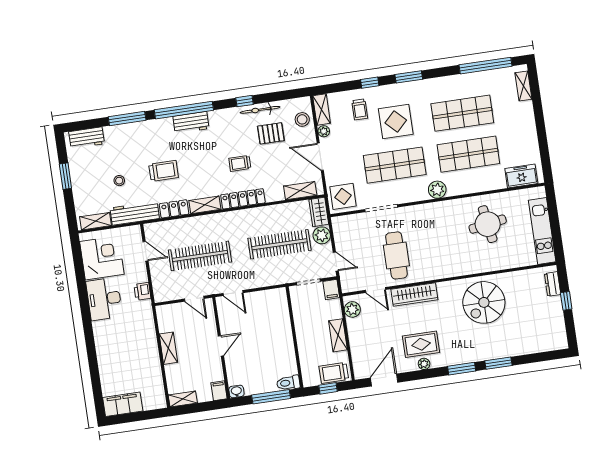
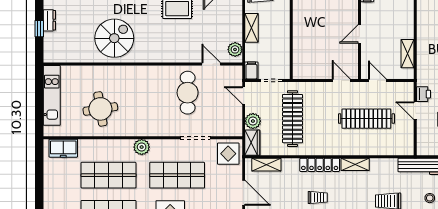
locker: (174, 209) -> (384, 165), removed
clothes rail: (279, 244) -> (293, 119), turned 90
door: (145, 251) -> (415, 111), moved
dresser: (553, 284) -> (49, 20), moved
wardrobe: (414, 295) -> (177, 55), removed
shelving: (168, 348) -> (408, 54), moved

